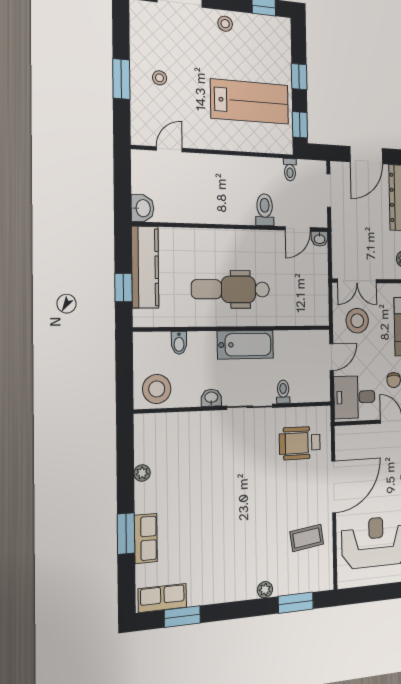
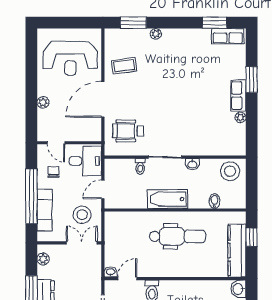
wheelchair: (300, 443) -> (128, 131), turned 180
row of seats: (146, 538) -> (238, 95), moved

